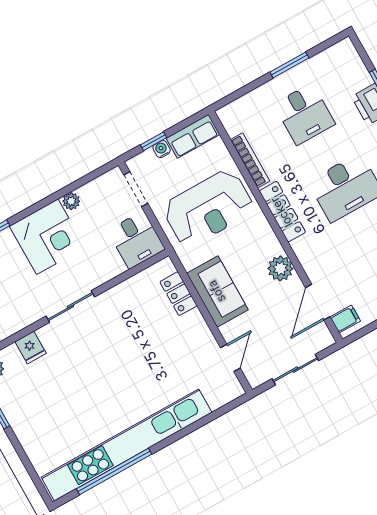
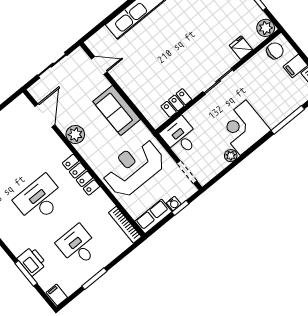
bookcase: (250, 160) -> (125, 225), moved
locker: (178, 294) -> (176, 103), moved, turned -90
filing cabinet: (345, 319) -> (57, 295), moved, turned 90
door: (230, 358) -> (99, 65), swing flipped

